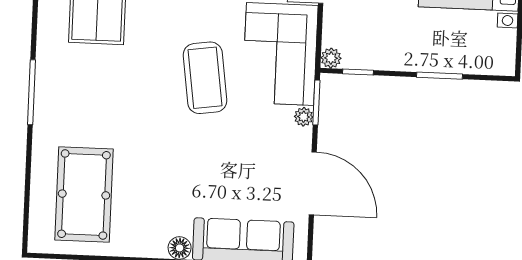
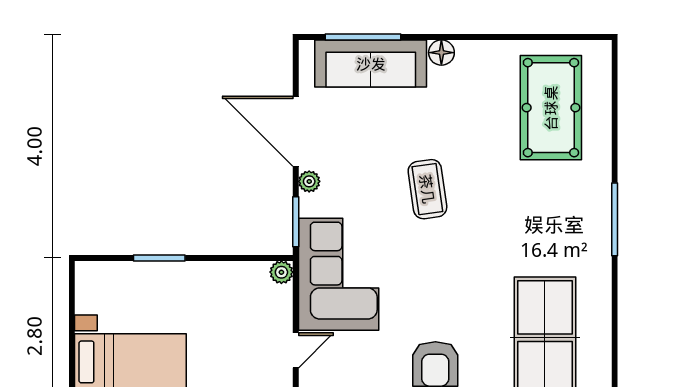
window: (358, 72) -> (251, 258), removed
coffee table: (205, 78) -> (427, 189), moved, width x0.73, depth x0.76
plant: (304, 117) -> (309, 181), moved

